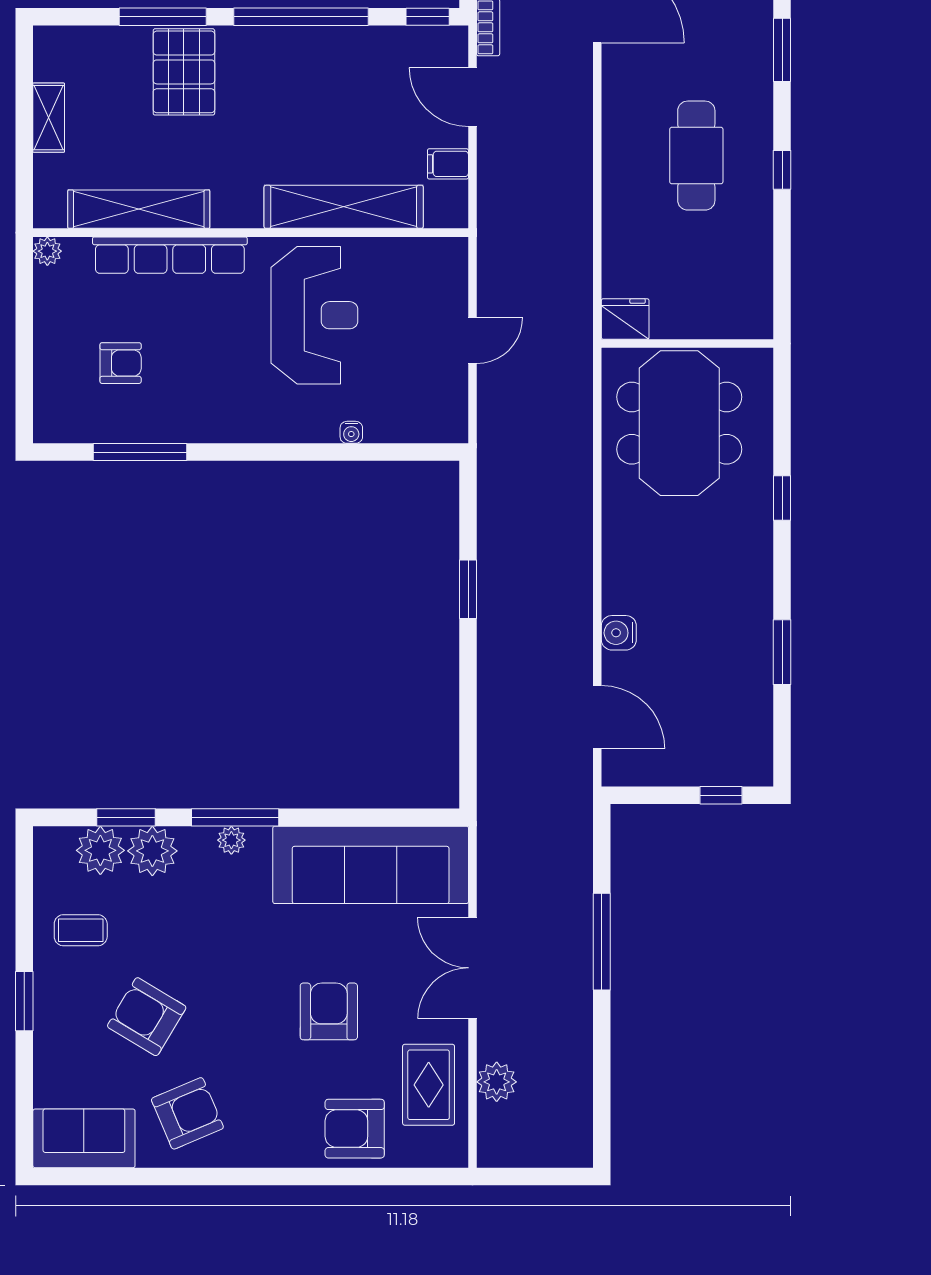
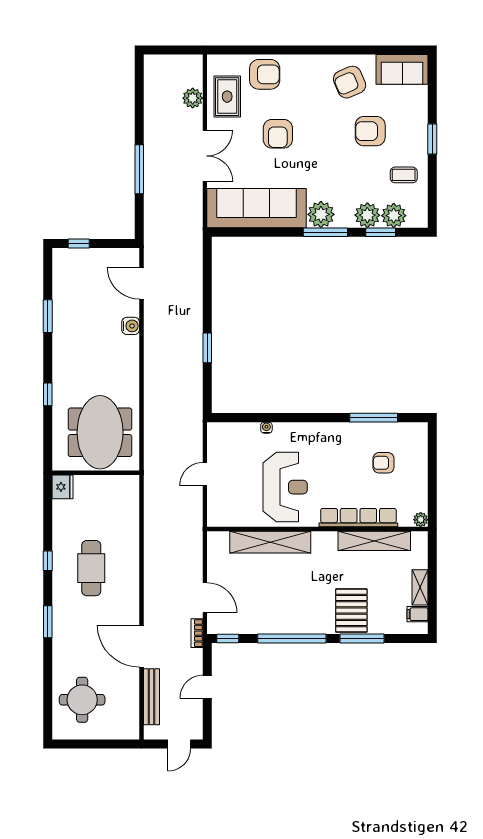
filing cabinet: (448, 164) -> (418, 614), moved, turned 180
reception desk: (314, 315) -> (285, 487), turned 180
fridge: (625, 319) -> (63, 487), moved, turned -90
plant: (231, 840) -> (321, 214), width x1.88, depth x1.88
armchair: (147, 1017) -> (370, 131), turned 149

